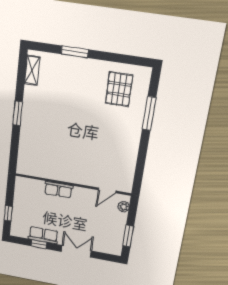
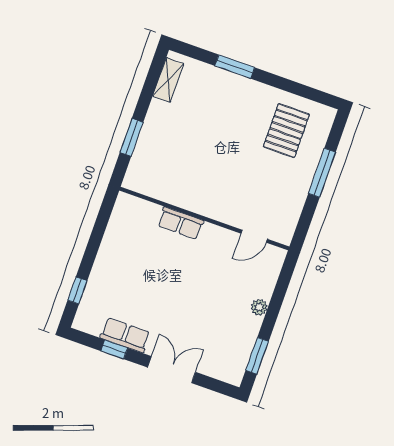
wall: (73, 184) -> (204, 219), moved
row of seats: (58, 190) -> (181, 223), moved
door: (107, 190) -> (254, 236), moved

